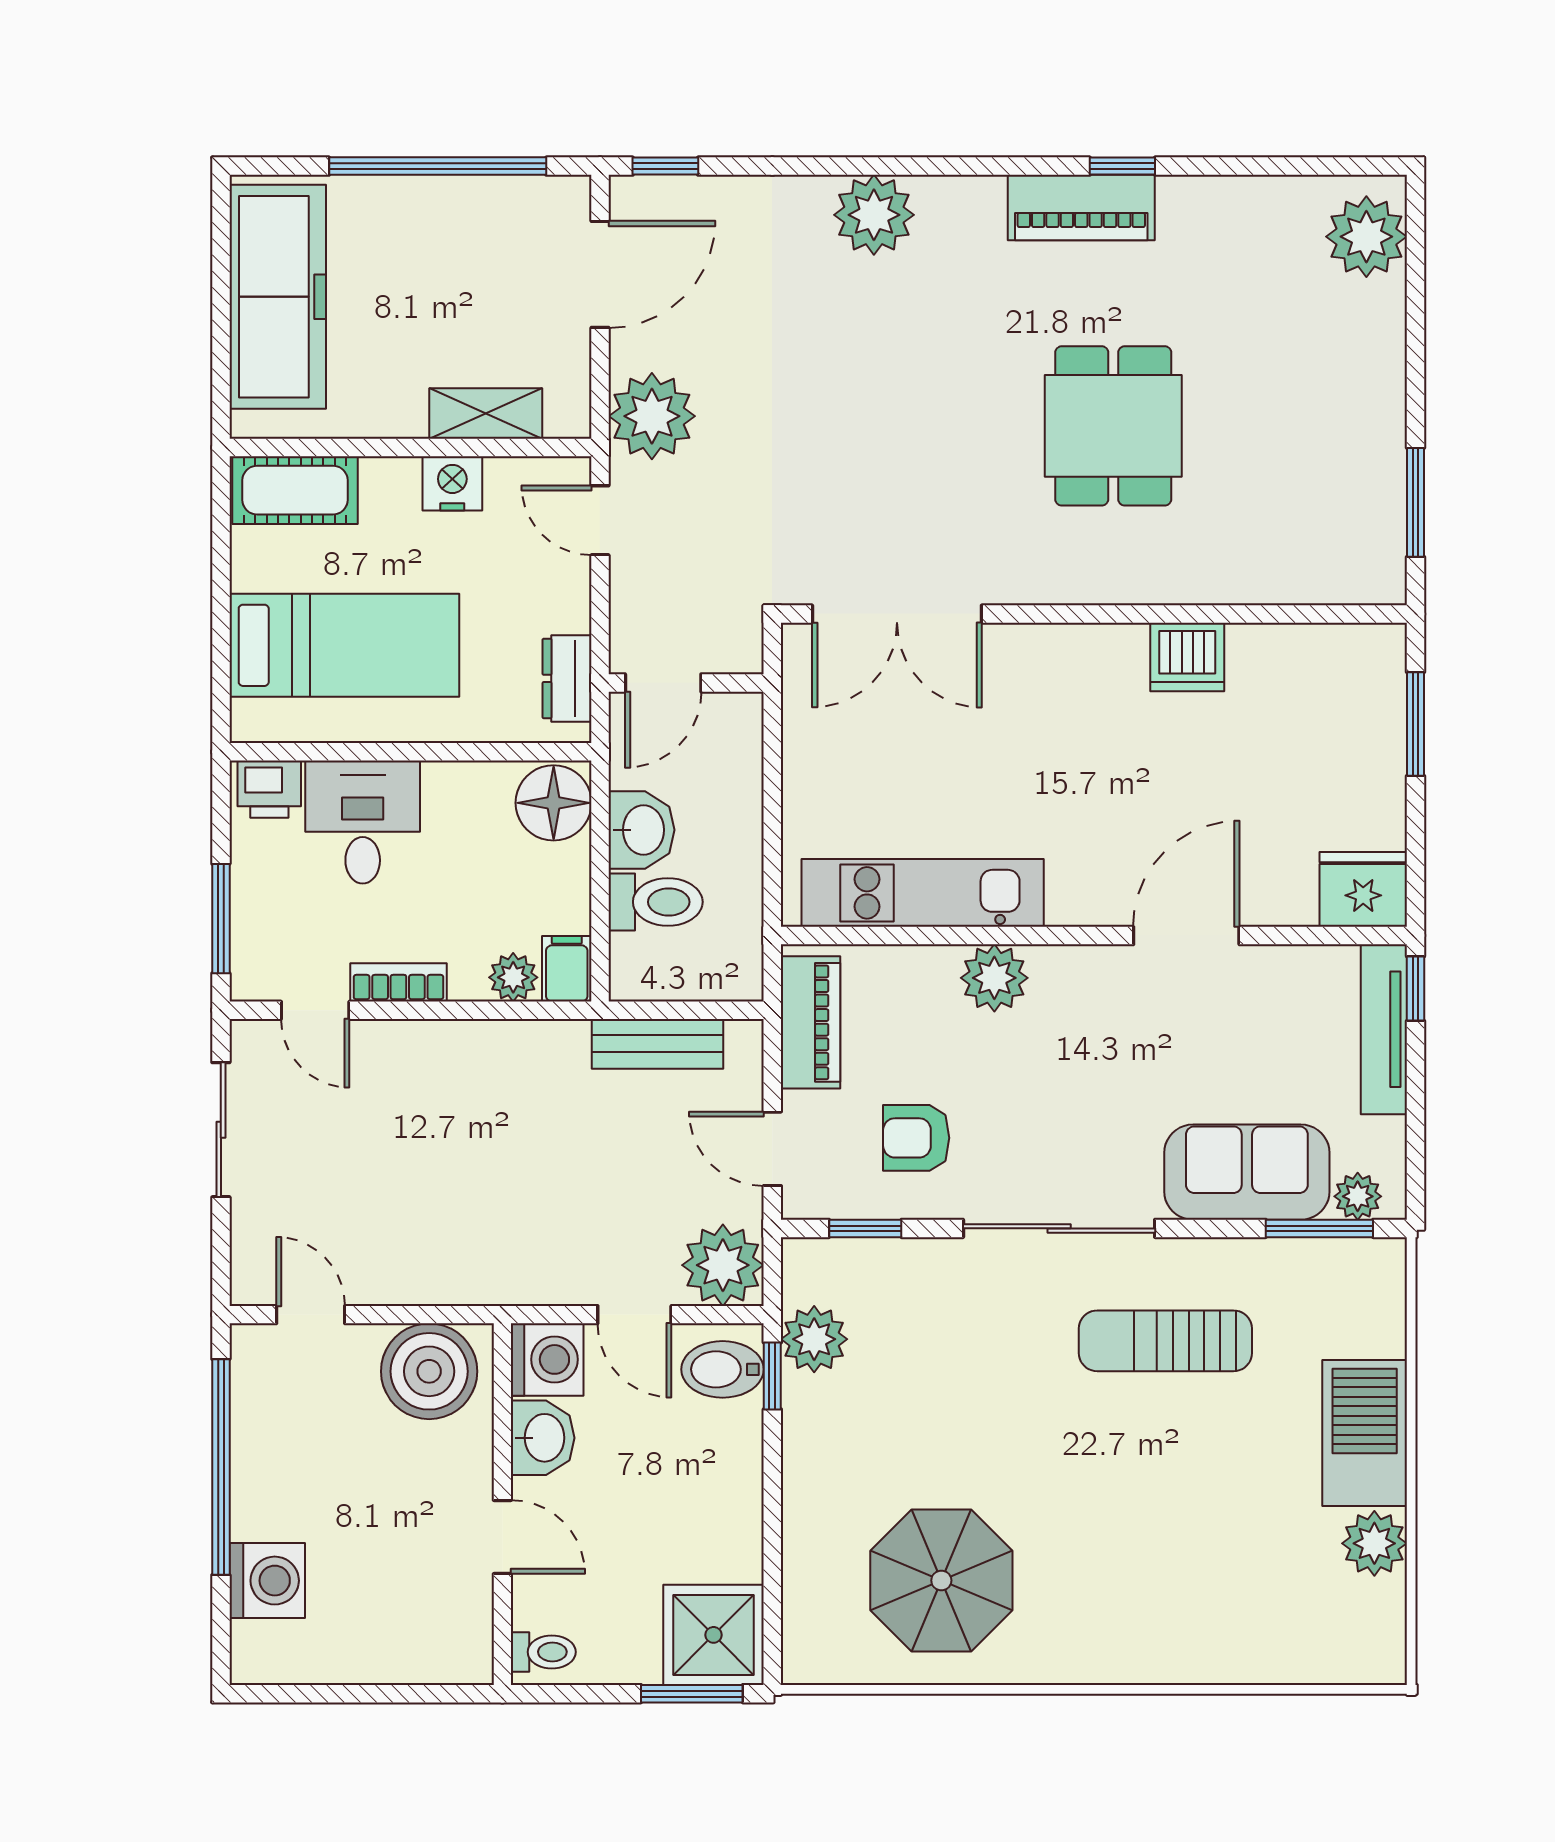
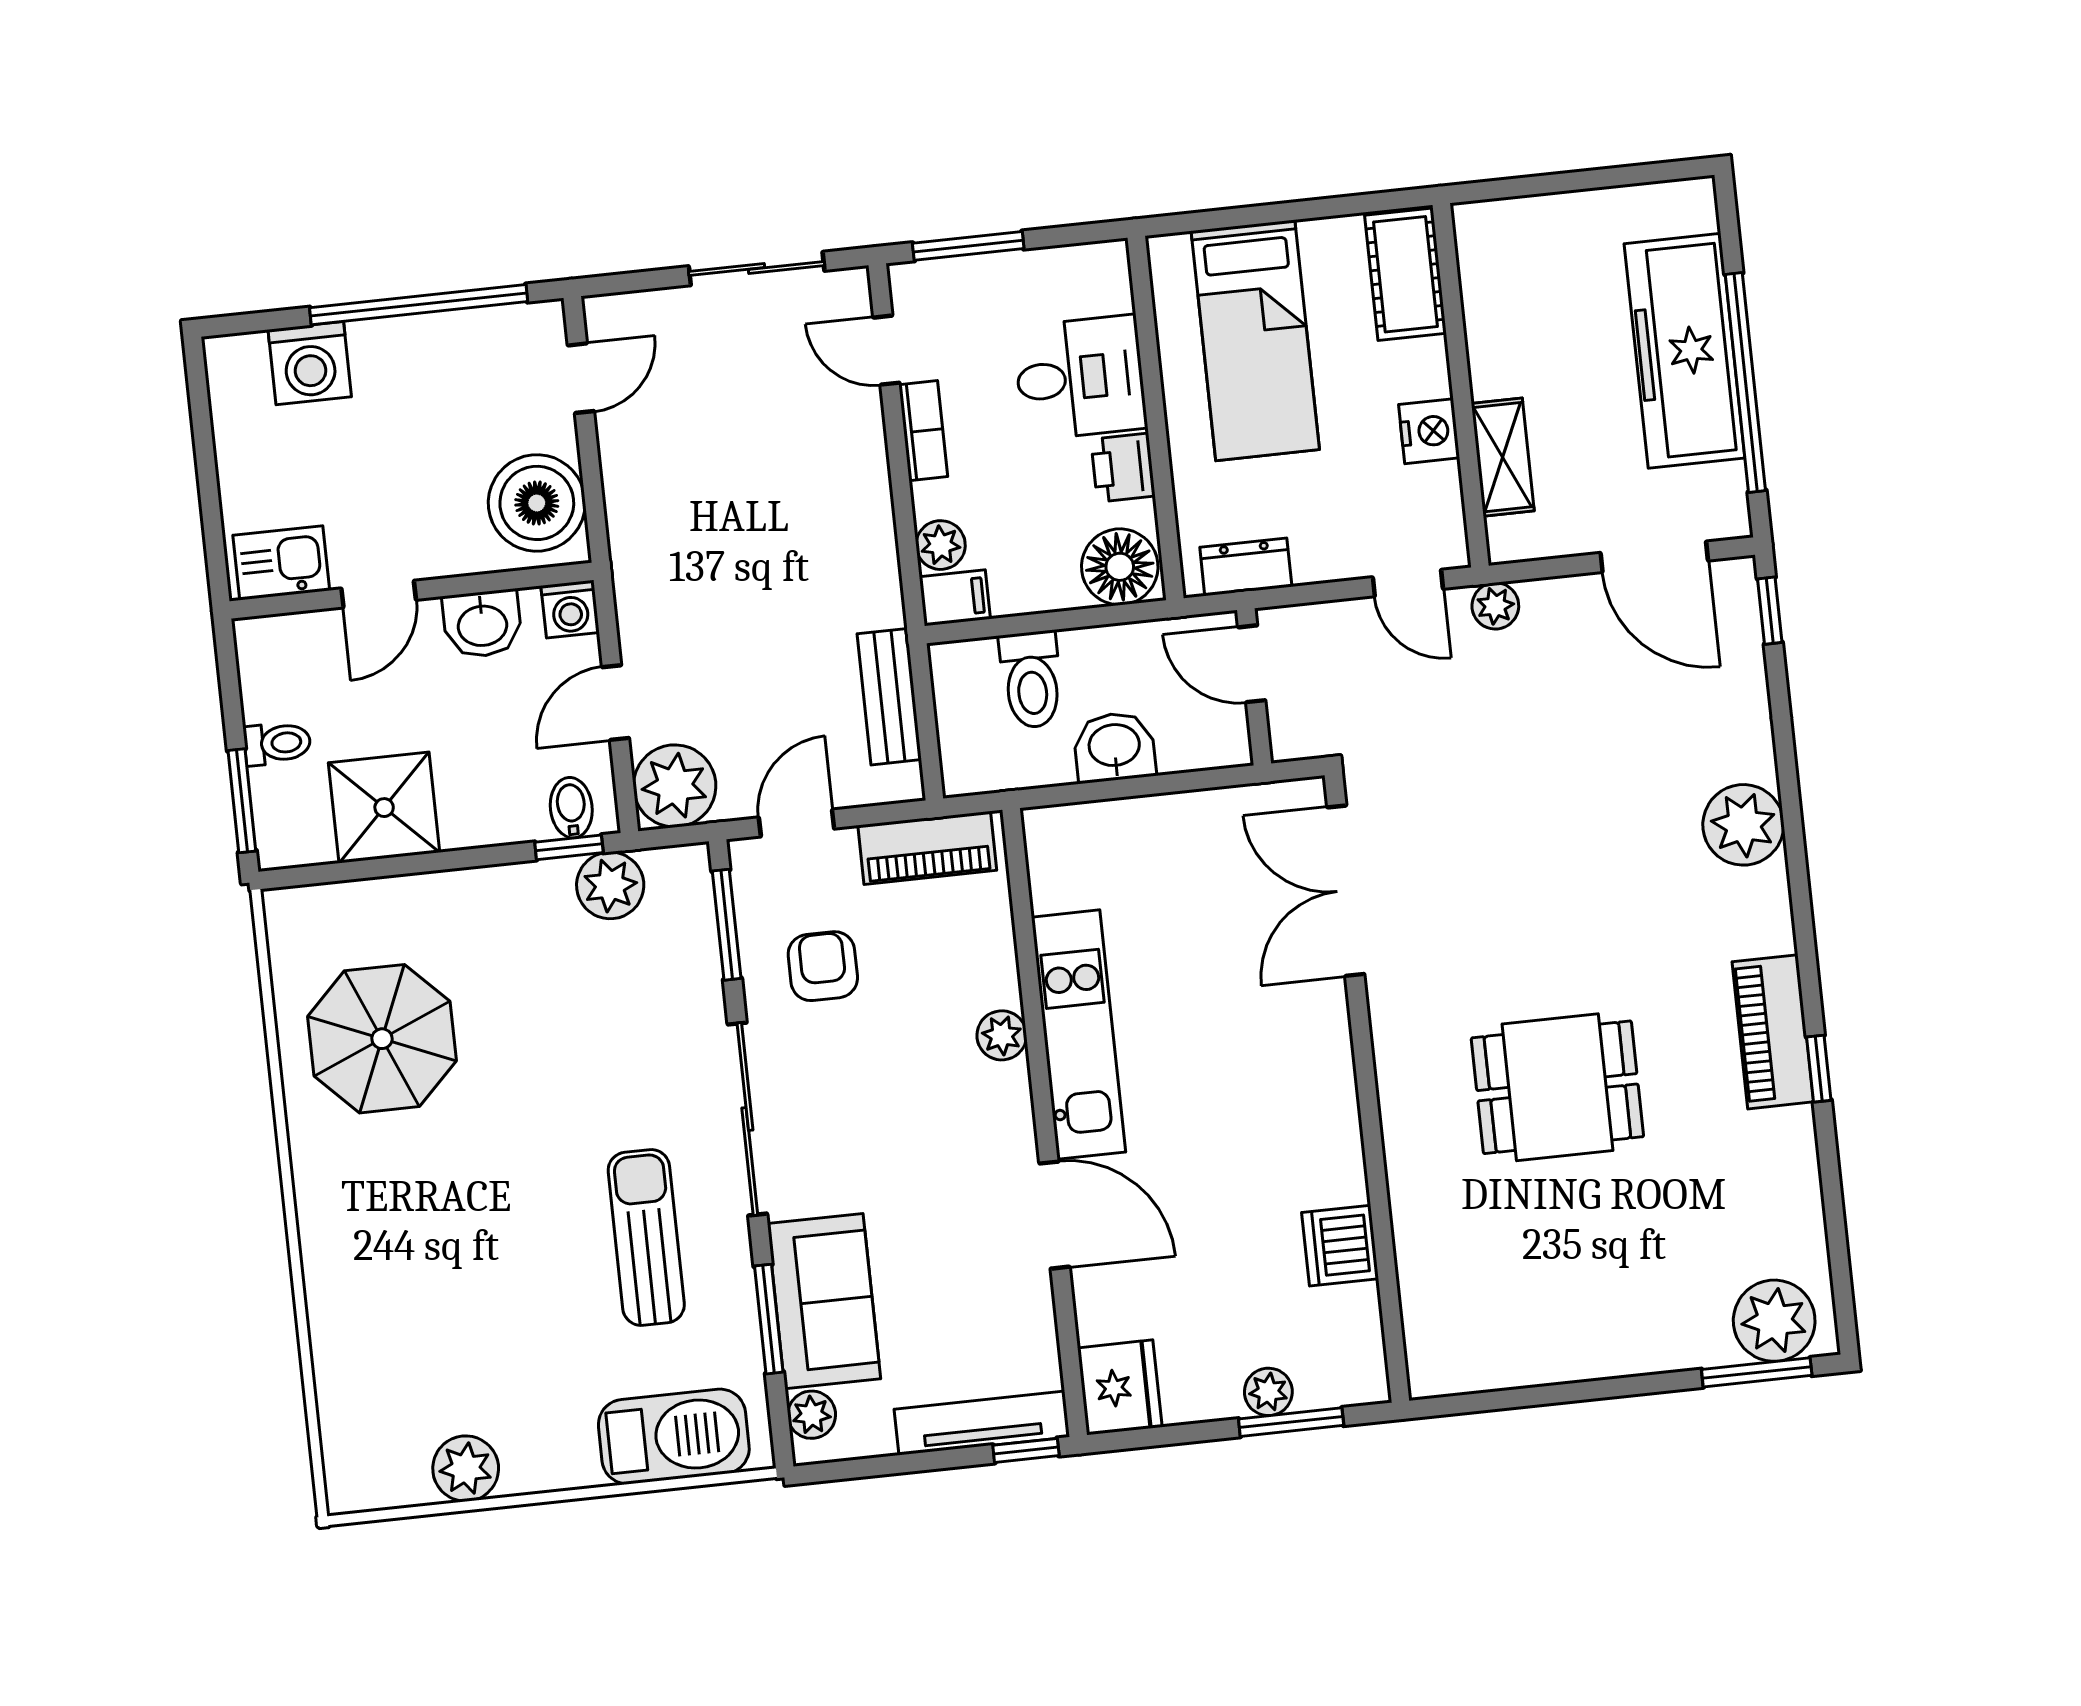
freezer: (278, 297) -> (1685, 351), moved, turned 90
plant: (652, 416) -> (1495, 606), width x0.53, depth x0.53
window: (1415, 502) -> (1757, 1372), moved
door: (600, 520) -> (1408, 583), swing flipped
dishwasher: (1187, 657) -> (1340, 1246), moved
plant: (1383, 743) -> (1268, 1392), added
printer: (269, 789) -> (1123, 468), moved
washbasin: (641, 830) -> (1114, 747), moved, turned 180
kitchen unit: (923, 893) -> (1078, 1035), moved
plant: (994, 978) -> (1002, 1035), width x0.73, depth x0.73
door: (315, 1010) -> (886, 350), hinge flipped
window: (865, 1228) -> (727, 925), width x1.50
window: (1319, 1228) -> (769, 1319), moved
washing machine: (547, 1359) -> (570, 609), width x0.73, depth x0.73
bidet: (723, 1369) -> (571, 808), width x0.72, depth x0.74
barbecue: (1365, 1433) -> (674, 1437), moved
kitchen sink: (461, 1630) -> (281, 563), added
shower: (714, 1635) -> (384, 808), moved
toilet: (543, 1652) -> (277, 743), moved, turned -90

